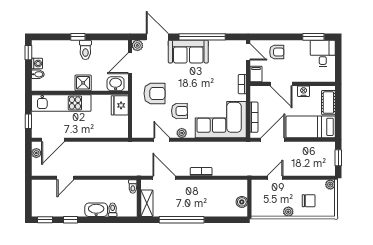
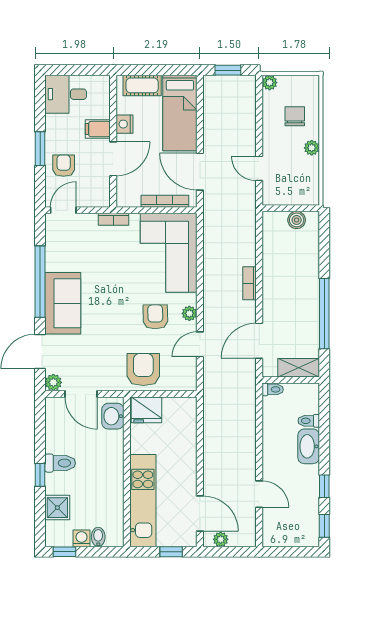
window: (313, 37) -> (40, 149), moved
filing cabinet: (256, 74) -> (98, 129), moved
shower: (83, 83) -> (57, 508), moved
armchair: (154, 93) -> (143, 370), moved

